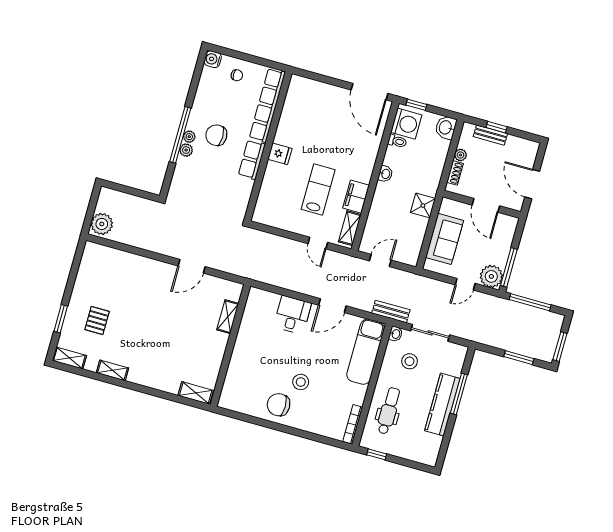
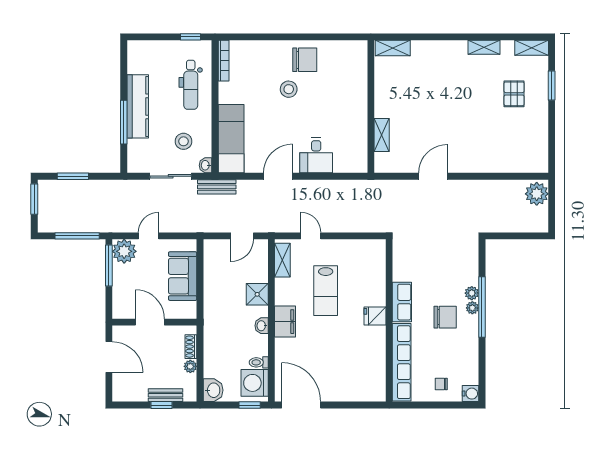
filing cabinet: (356, 197) -> (285, 322), moved
shower: (423, 205) -> (257, 294), moved

